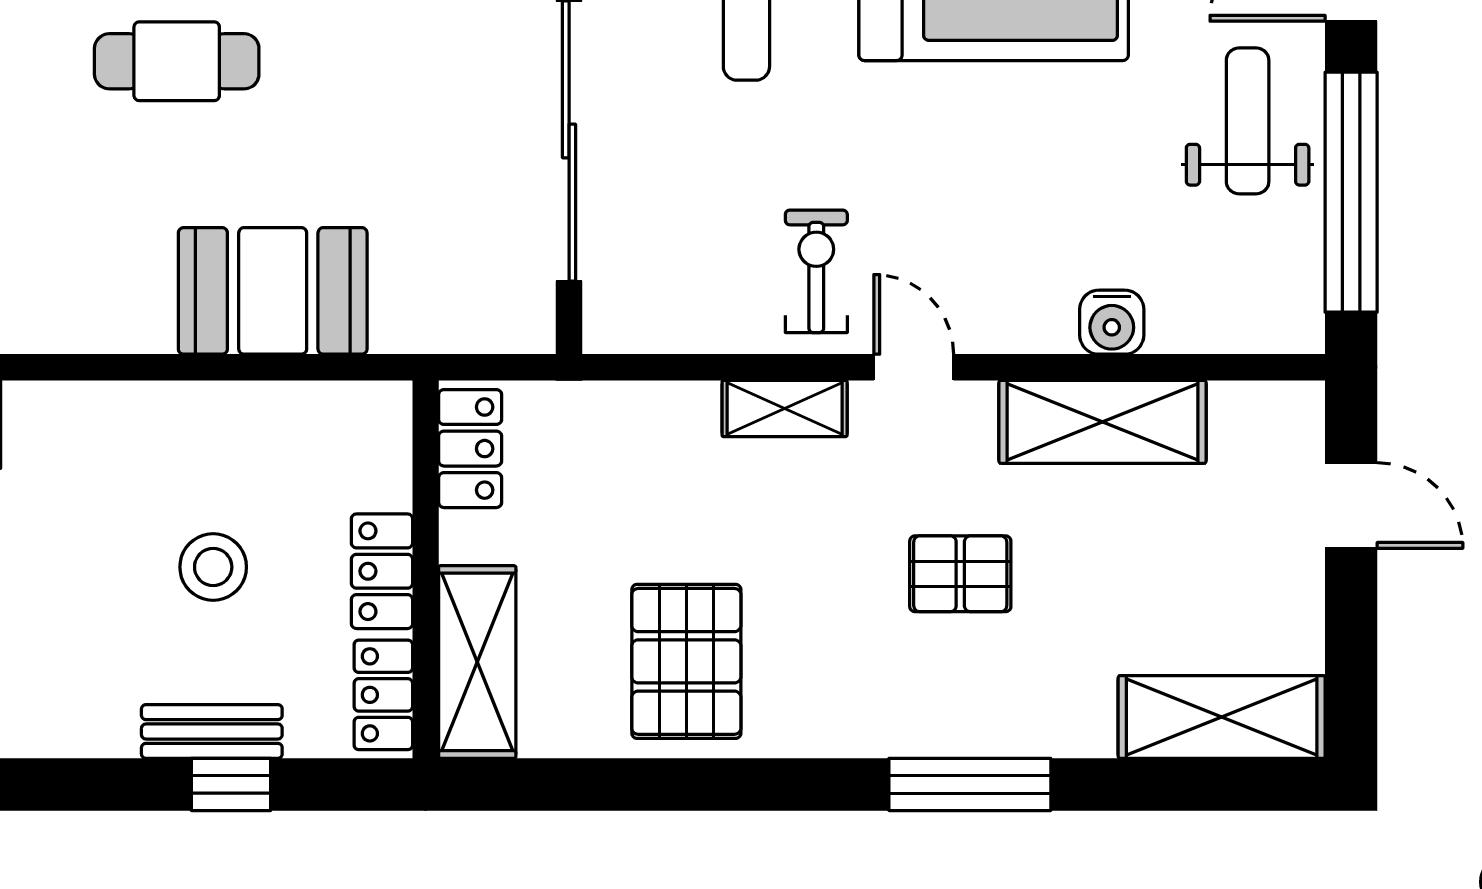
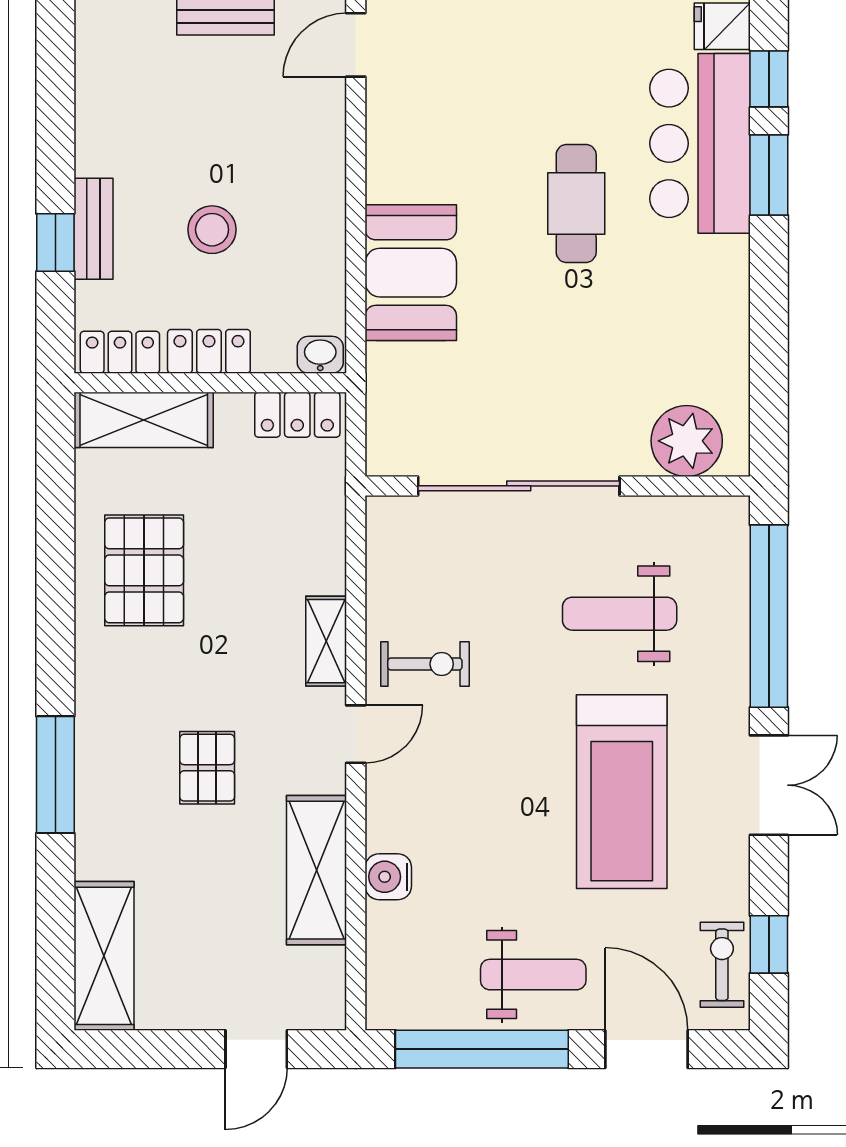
washbasin: (387, 417) -> (320, 355), added
pallet: (686, 661) -> (144, 570), turned 90

